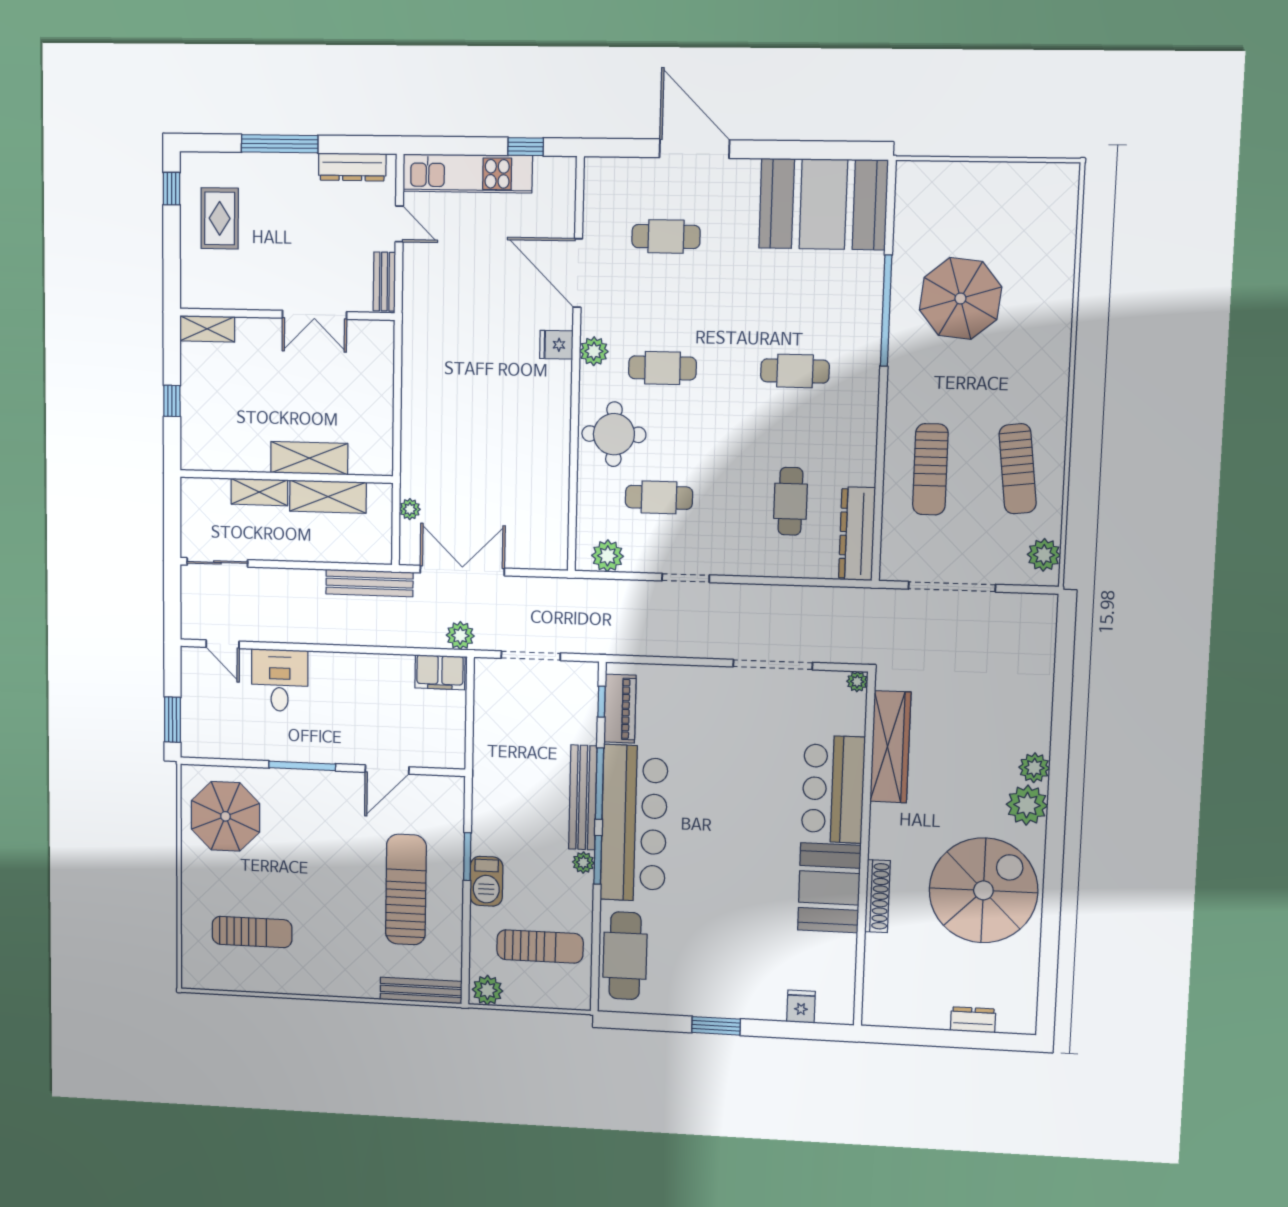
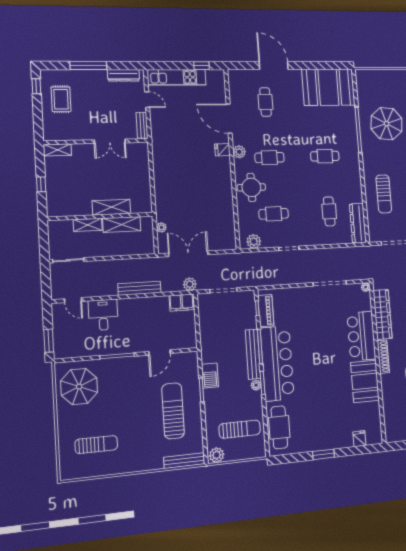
cafe table: (666, 236) -> (265, 102), turned 90
bench: (369, 583) -> (139, 288), moved
barbecue: (486, 881) -> (210, 375), moved
shoe rack: (877, 896) -> (383, 357), moved

